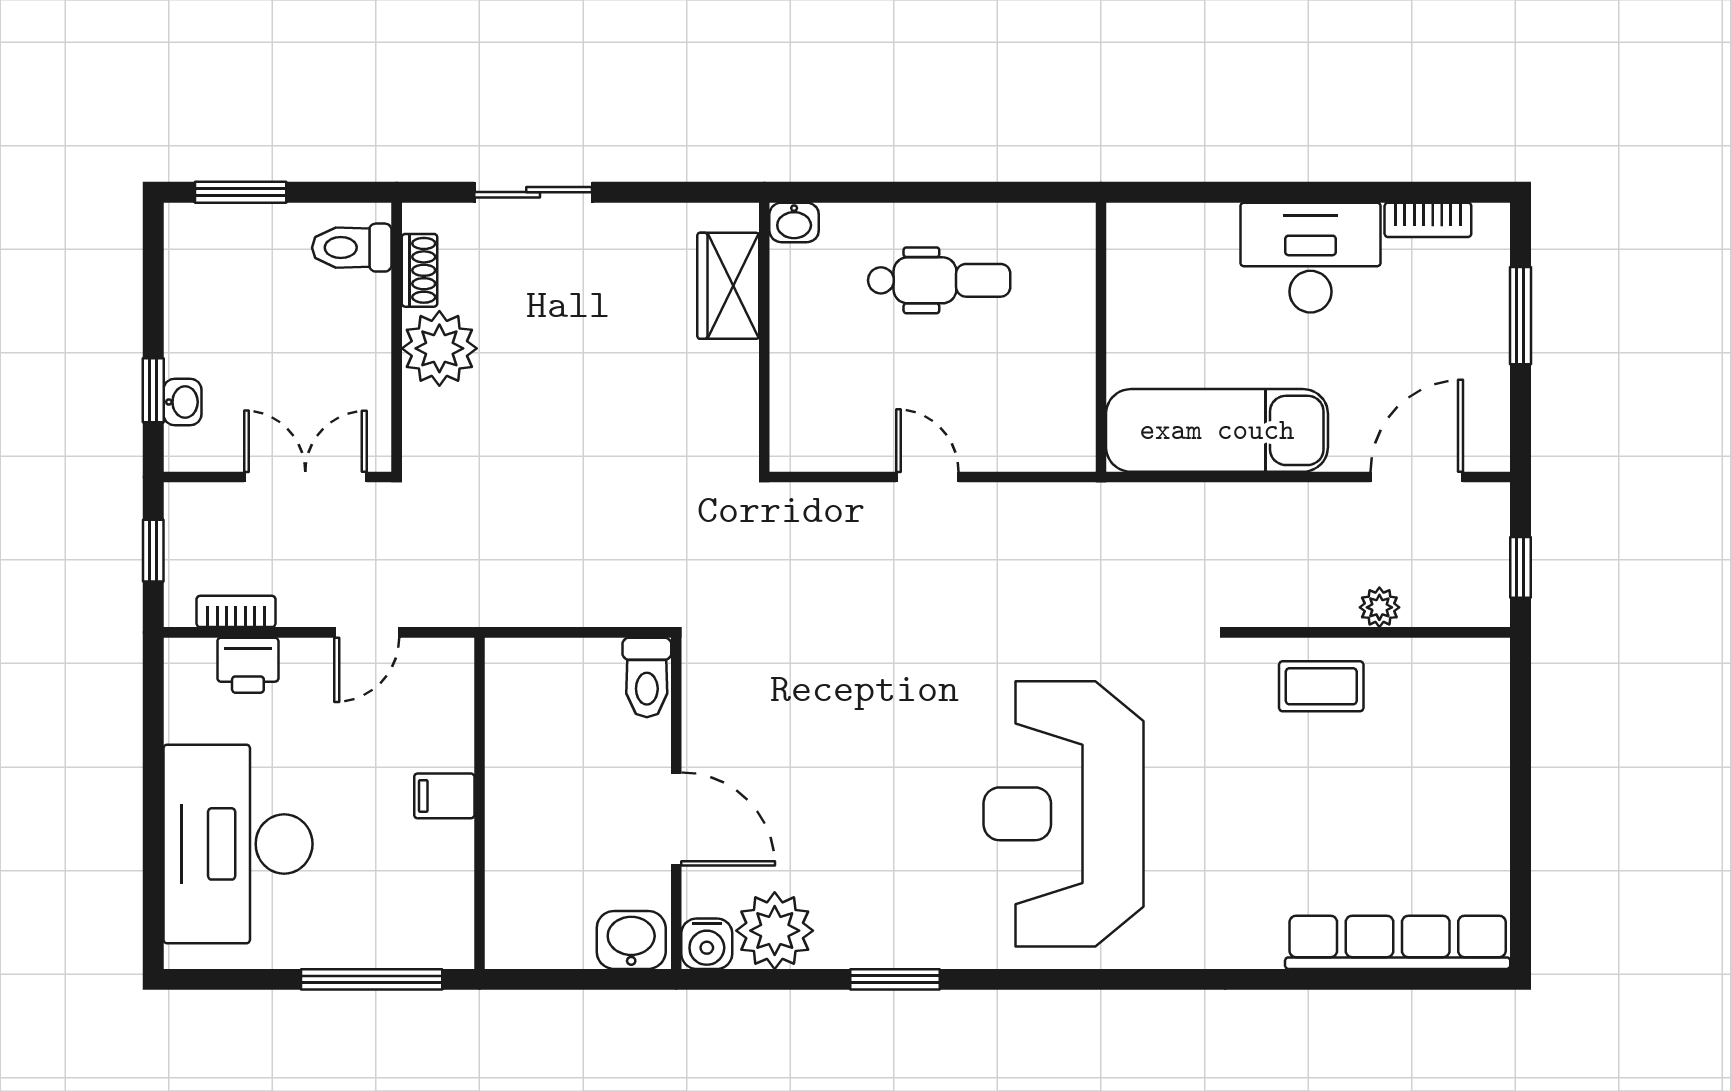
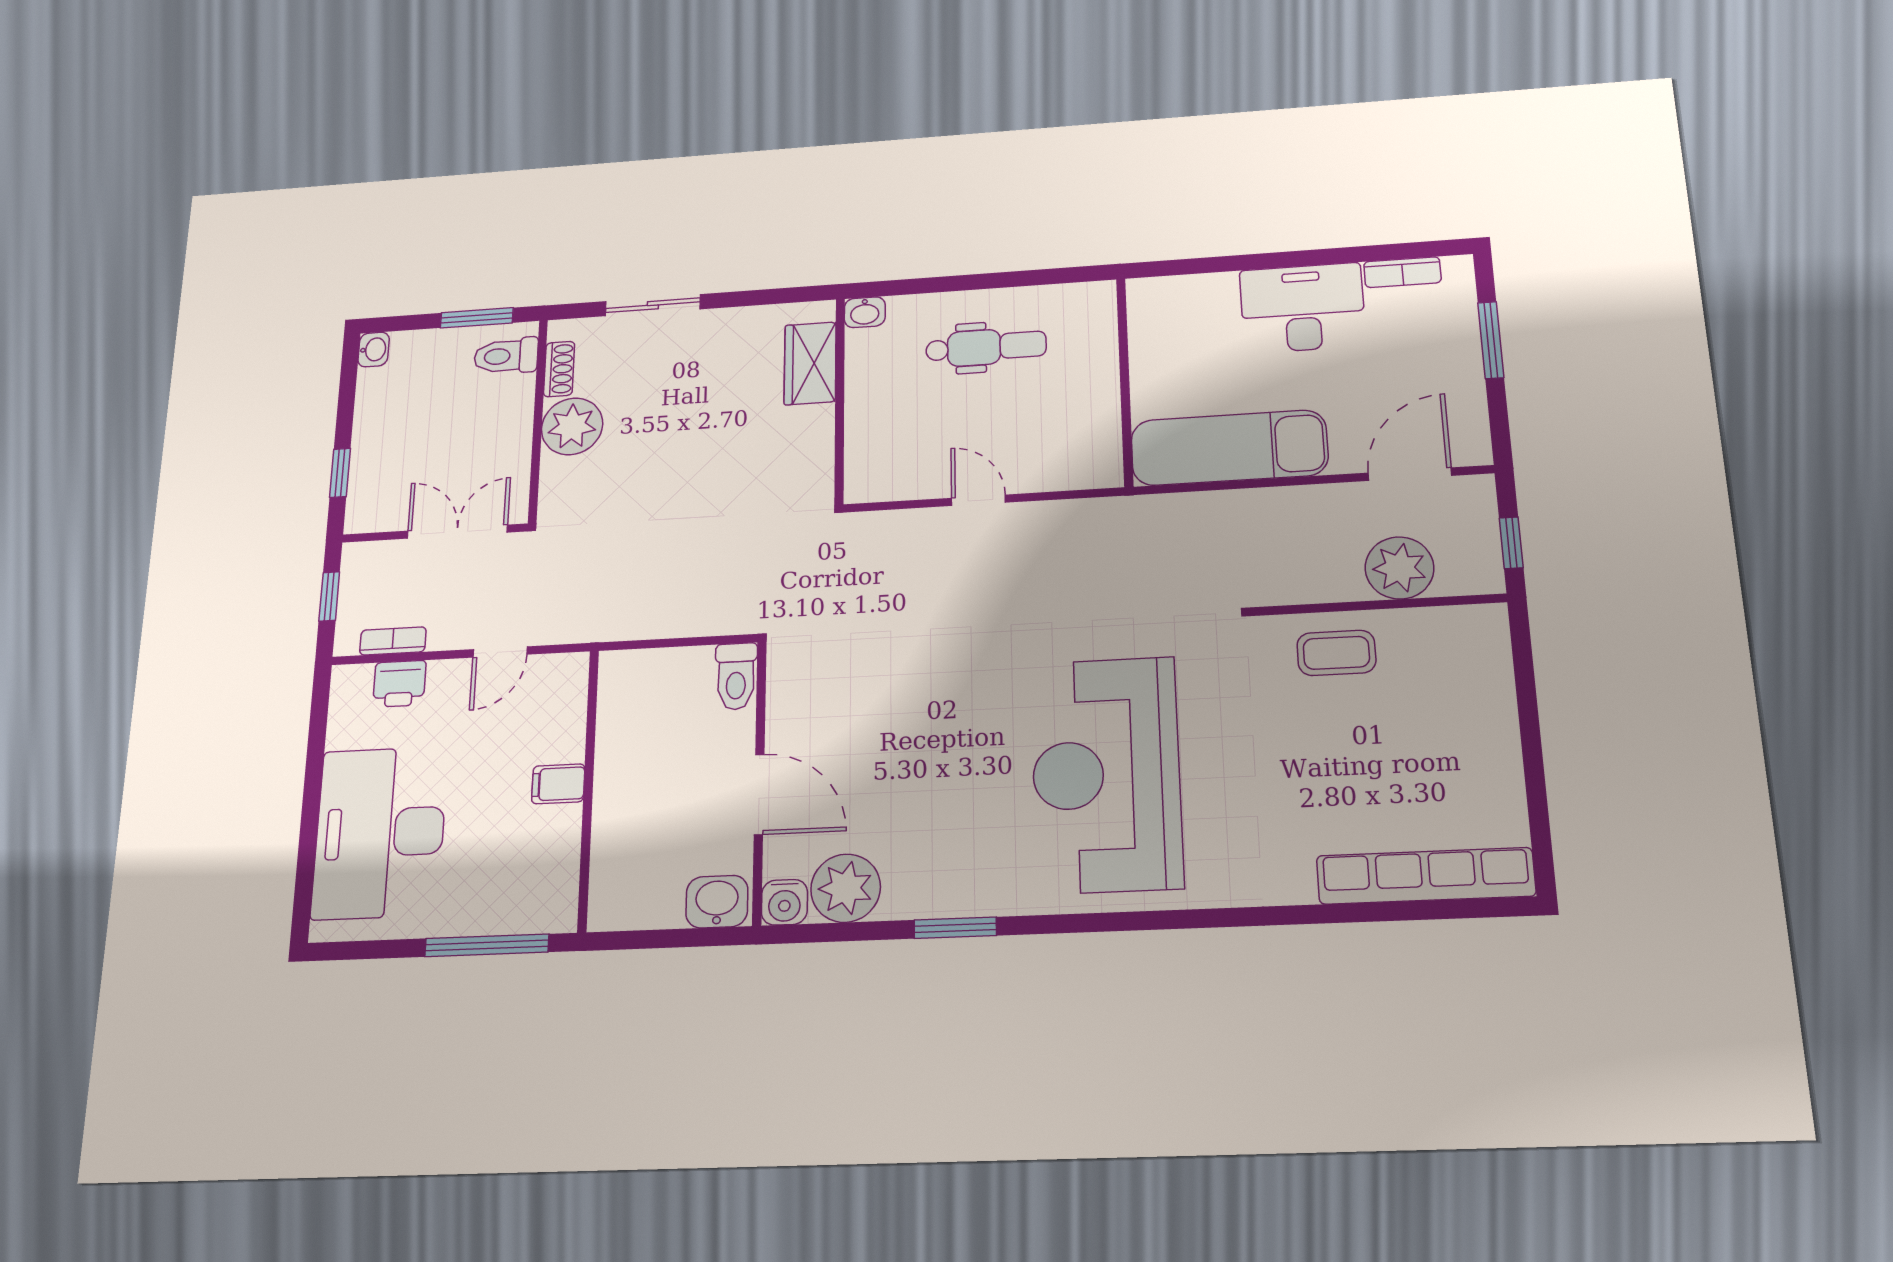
window: (241, 192) -> (477, 318), moved
washbasin: (182, 402) -> (374, 350), moved
plant: (1379, 607) -> (1400, 568), width x1.88, depth x1.88

